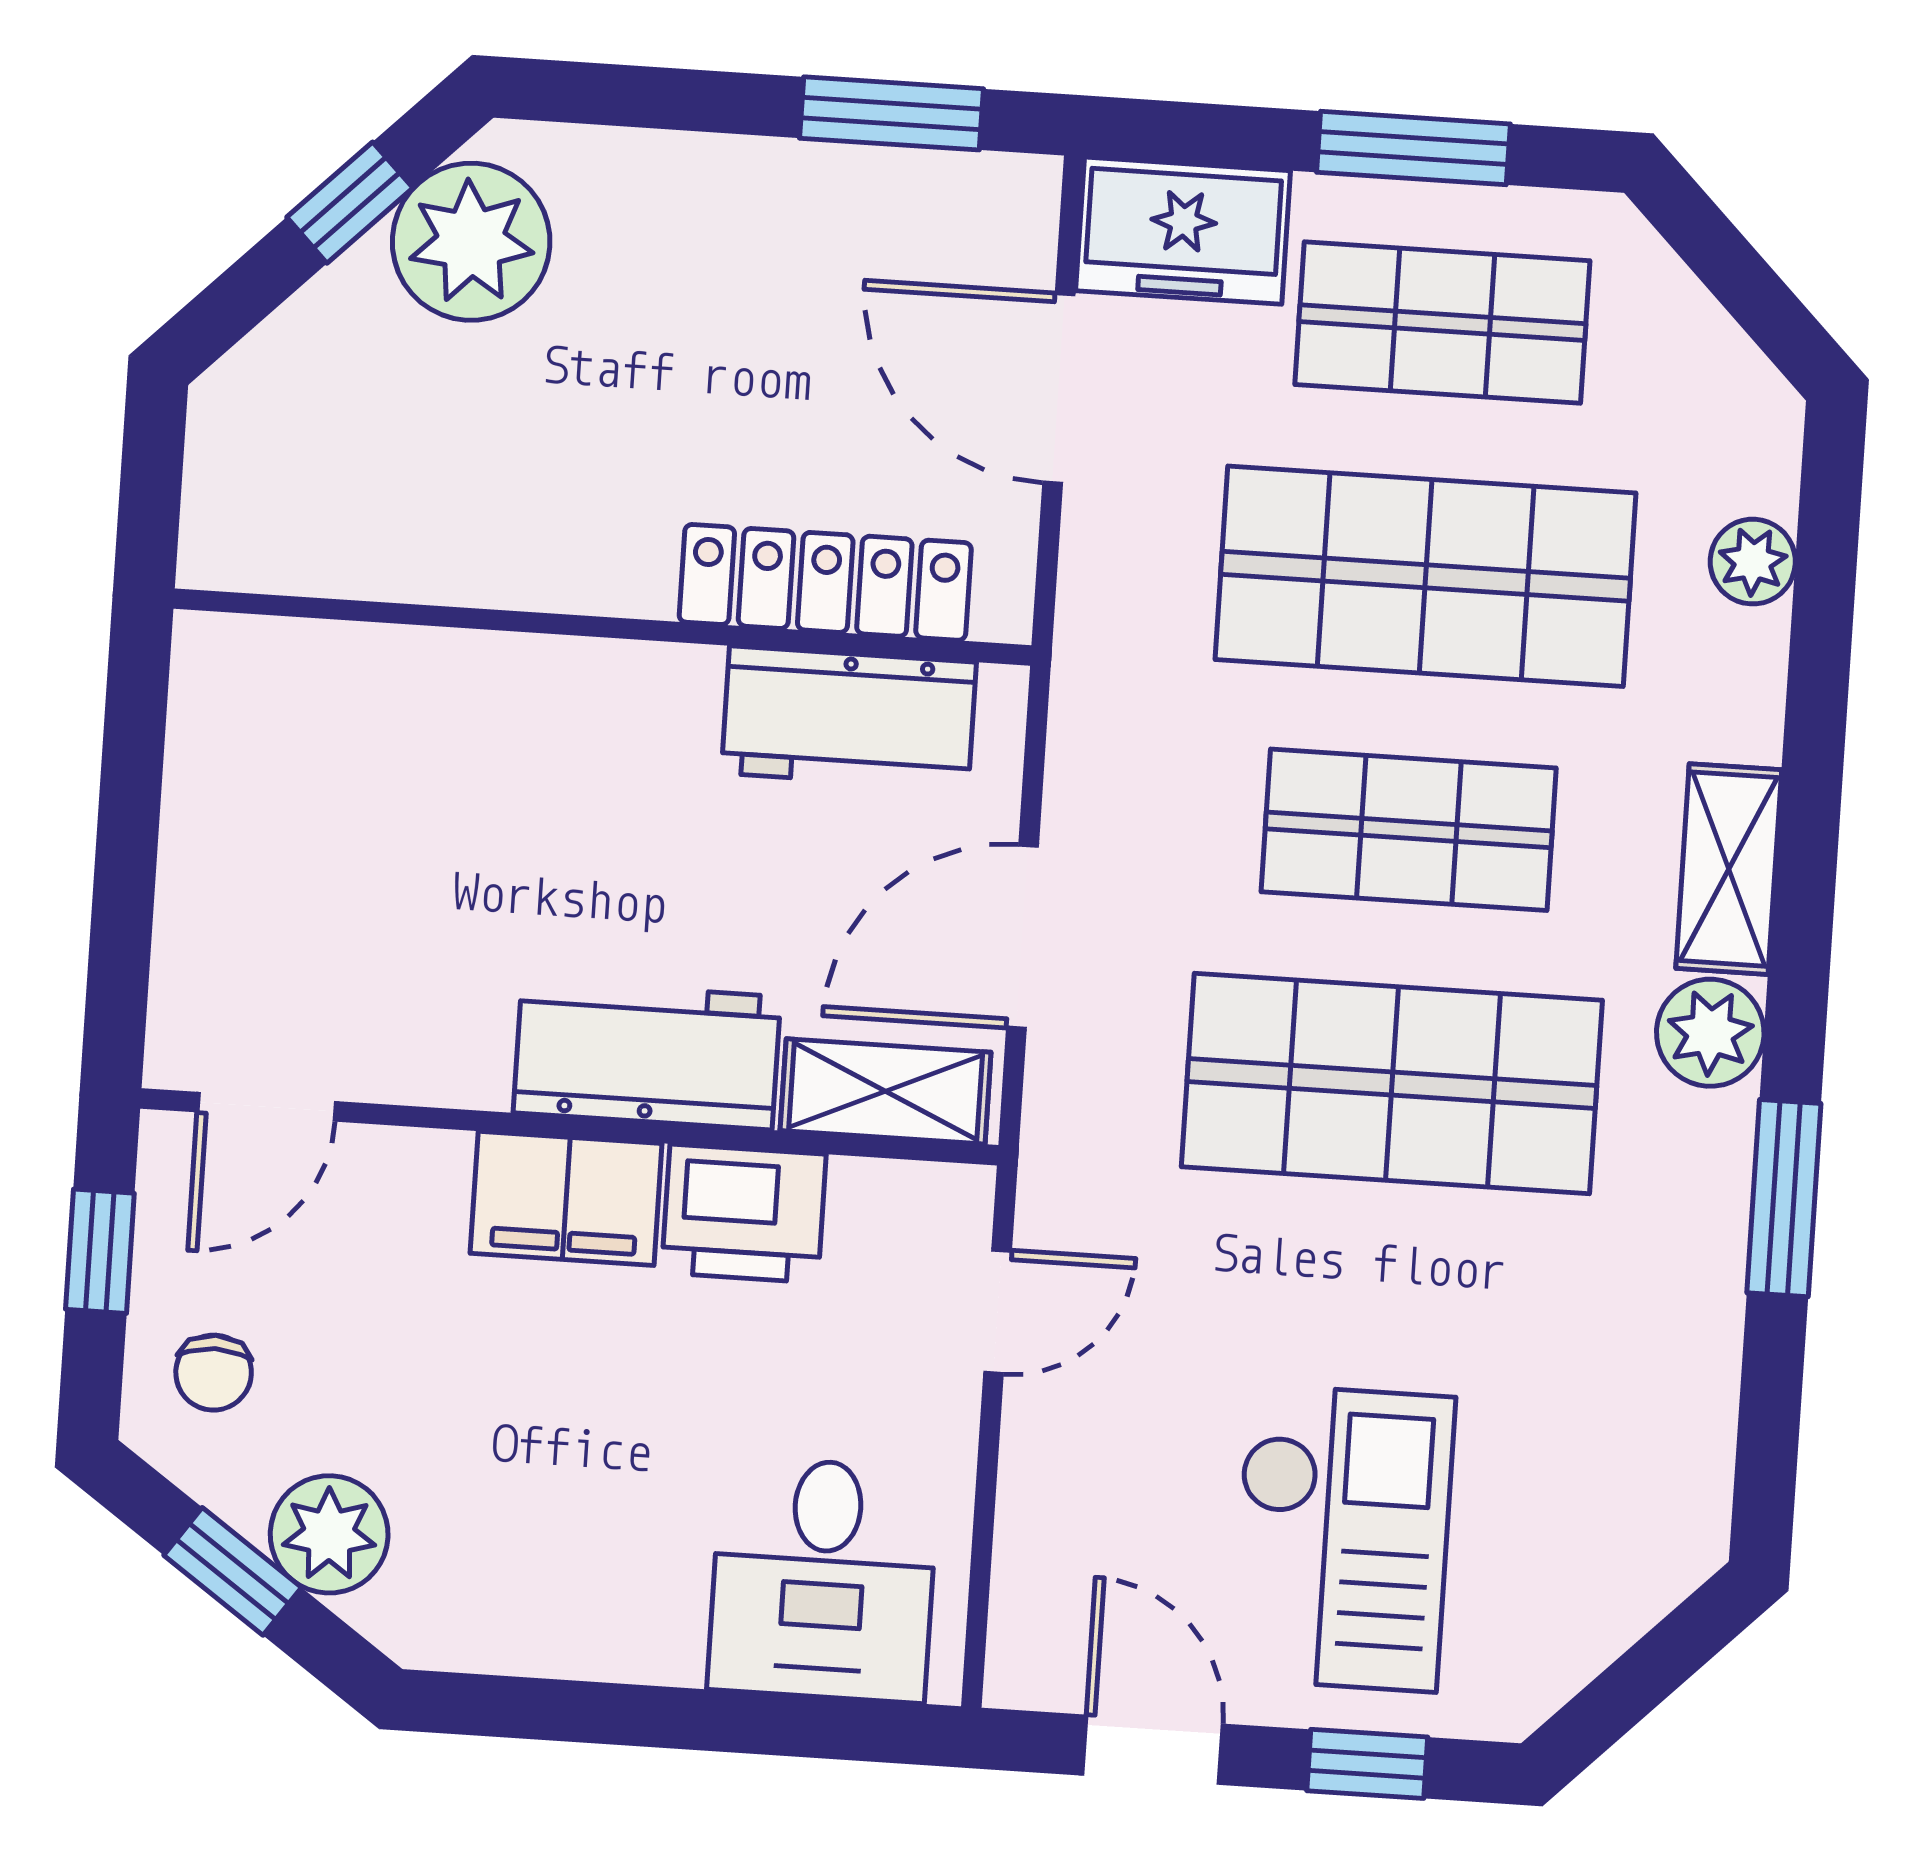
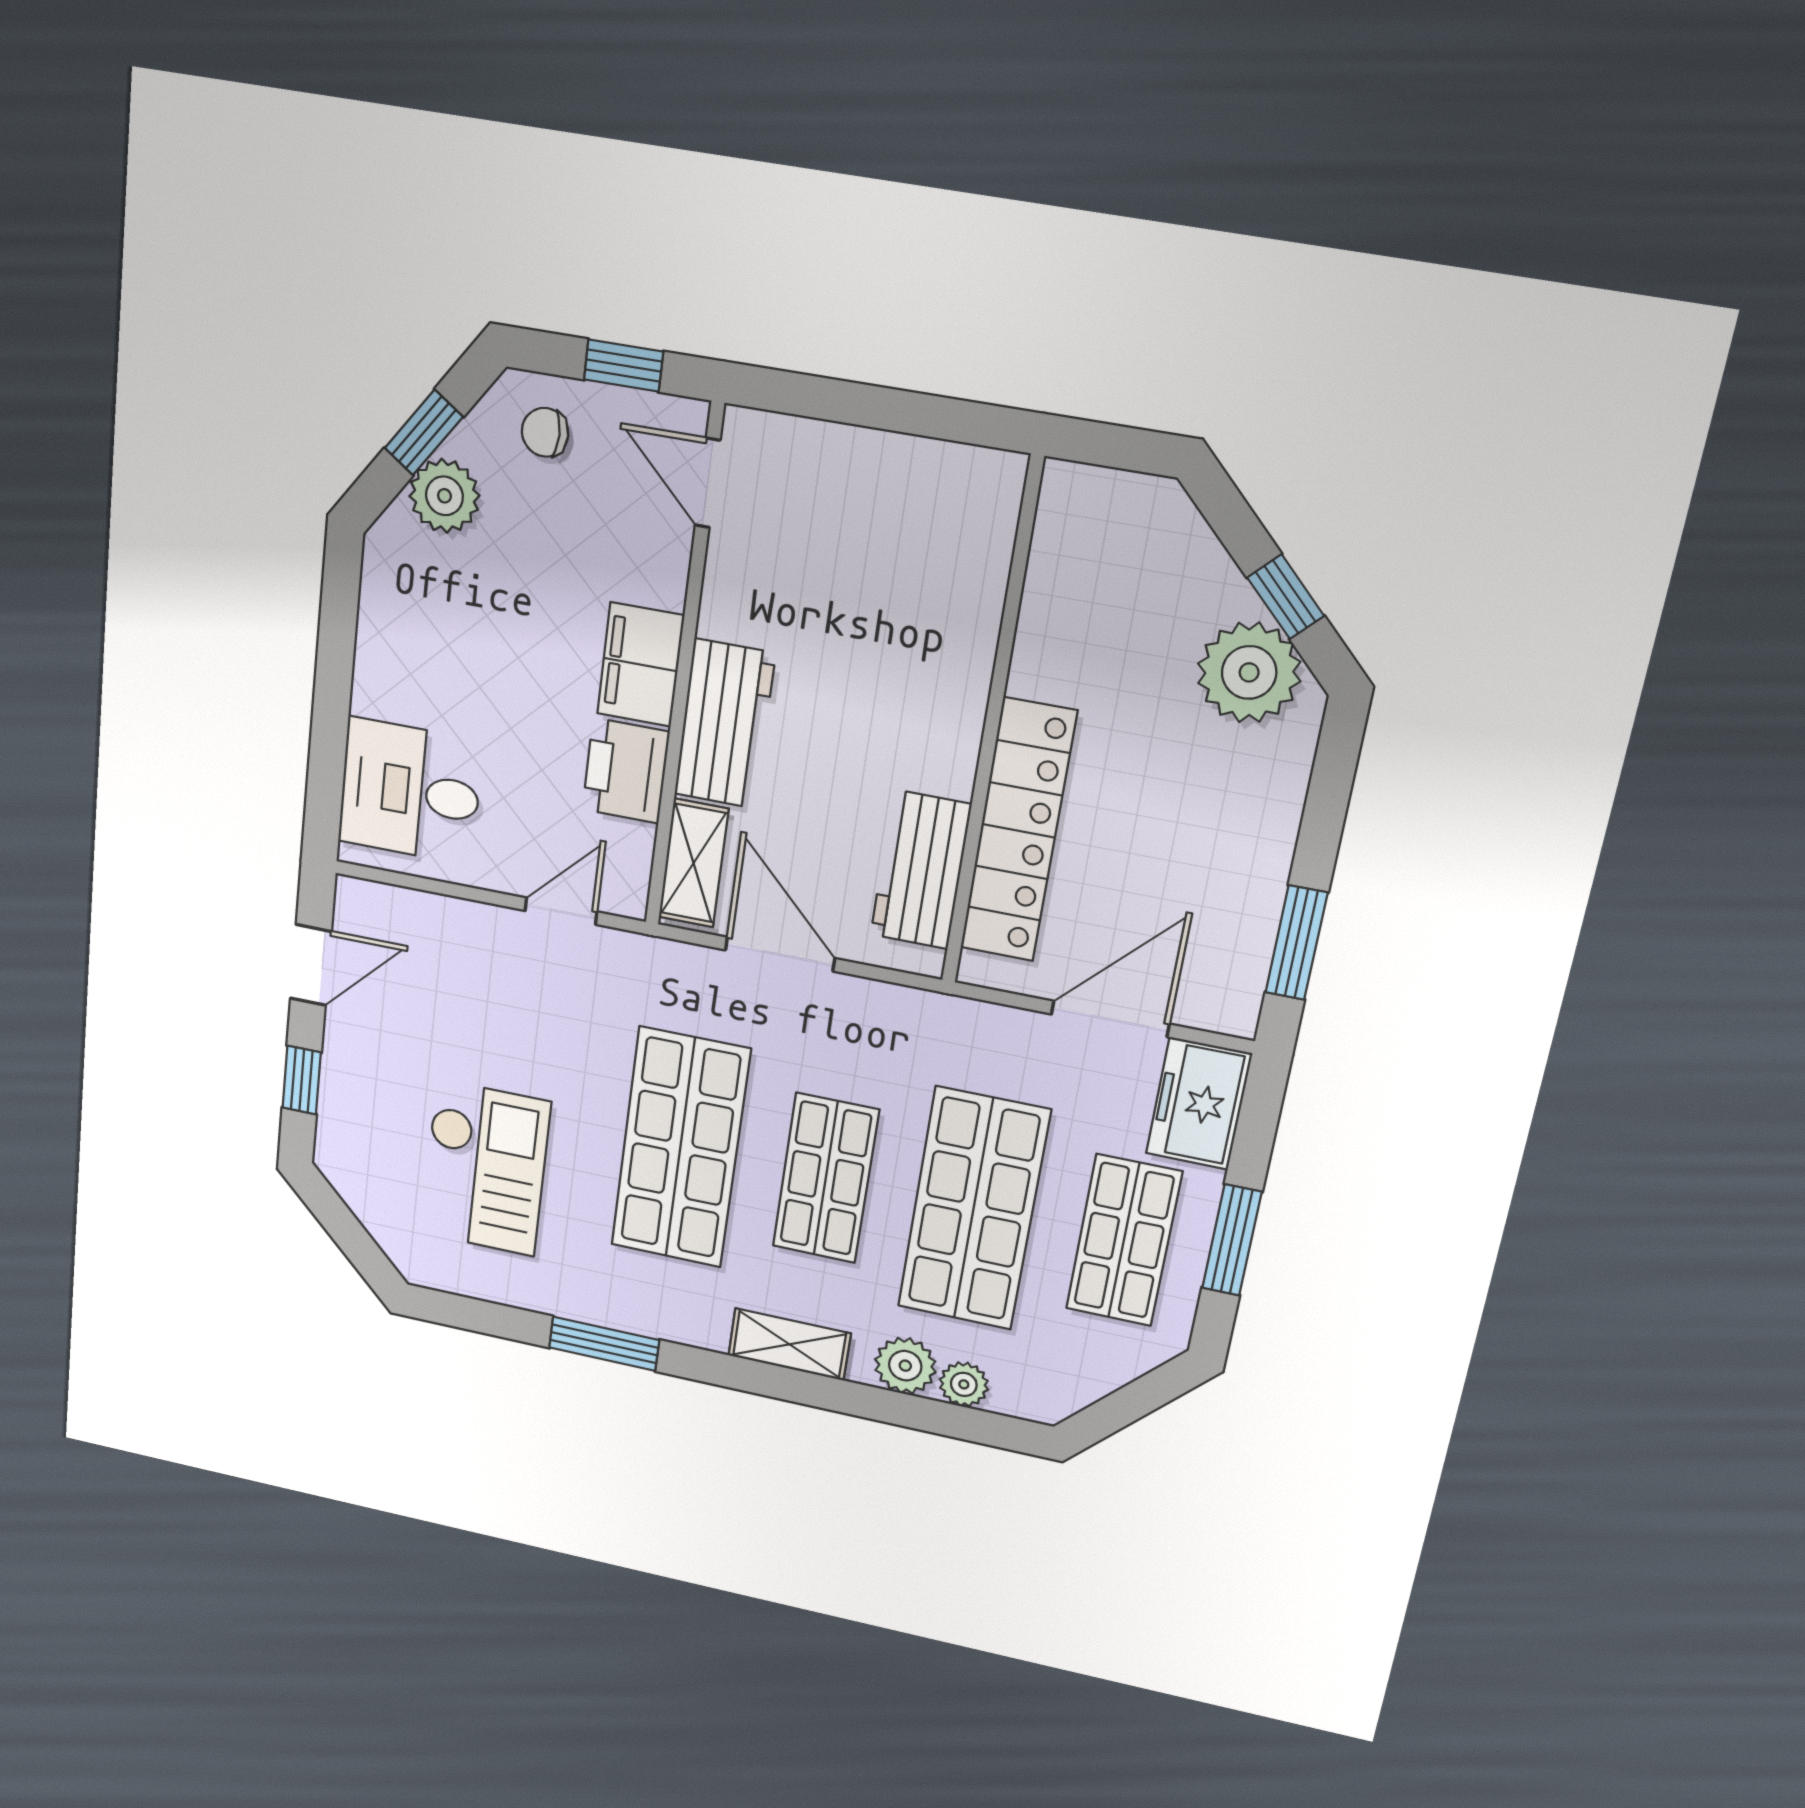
locker: (825, 582) -> (1018, 831), width x1.41, depth x1.21
plant: (1710, 1033) -> (905, 1366), moved
door: (998, 1312) -> (561, 911), swing flipped
checkout: (1342, 1538) -> (485, 1168), moved, turned -90

